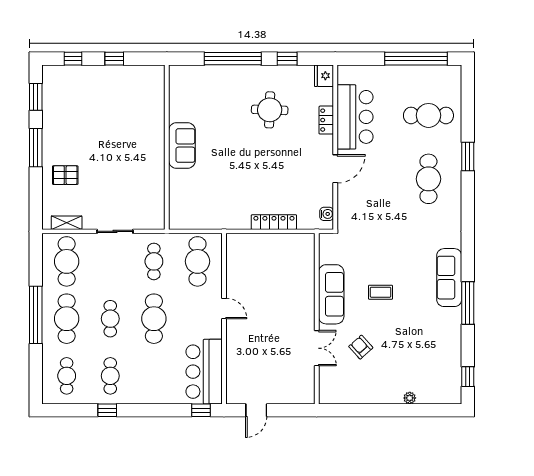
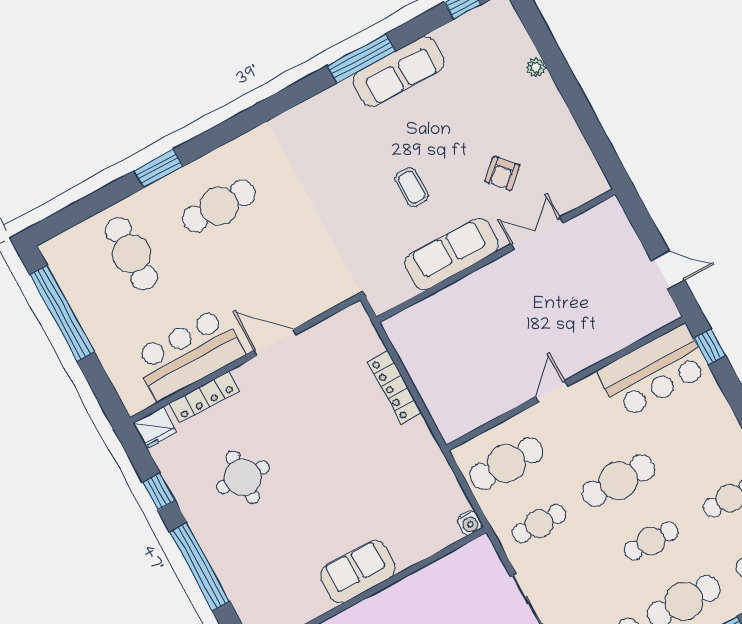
locker: (326, 120) -> (204, 397), width x1.53
water cooler: (327, 214) -> (470, 523), moved, turned 180
sofa: (449, 278) -> (399, 71), moved

